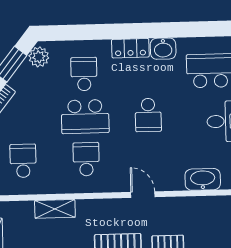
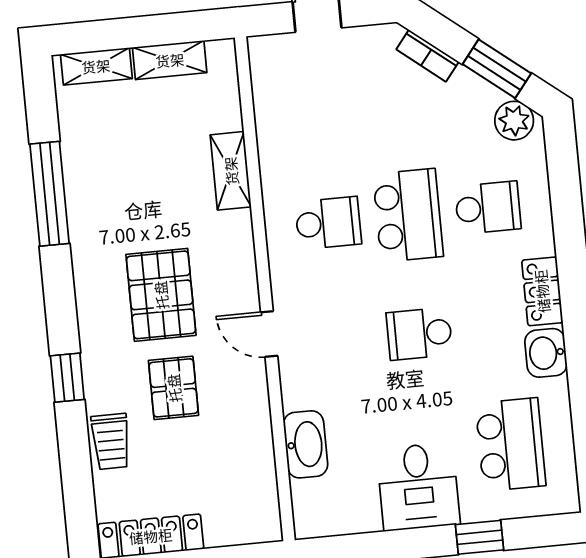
school desk: (85, 117) -> (408, 215), turned 180
school desk: (23, 161) -> (317, 105), removed
door: (143, 195) -> (269, 334), swing flipped

